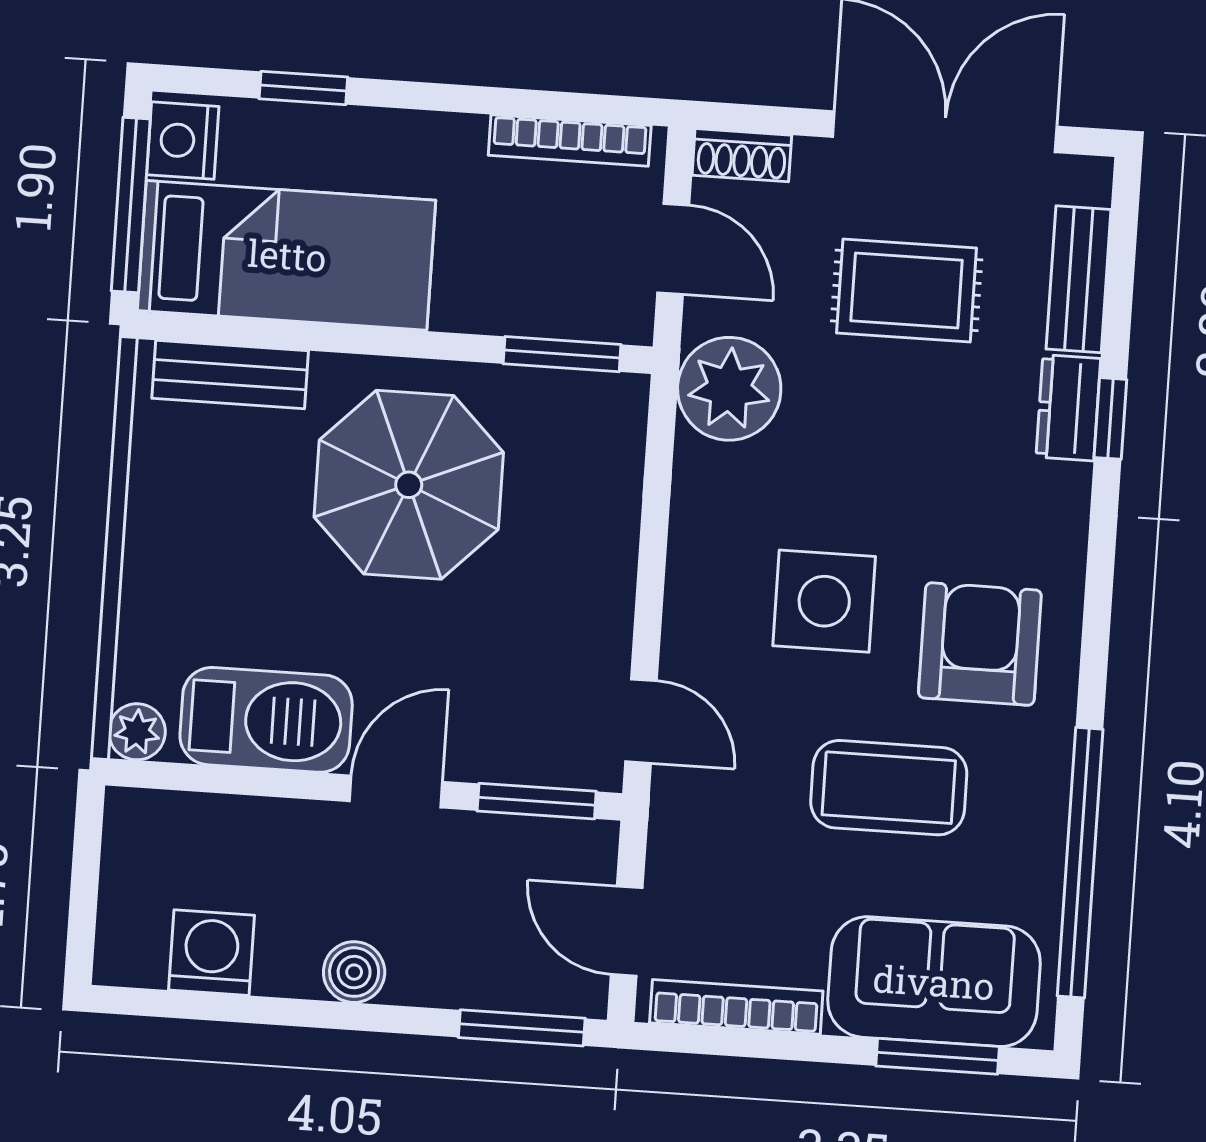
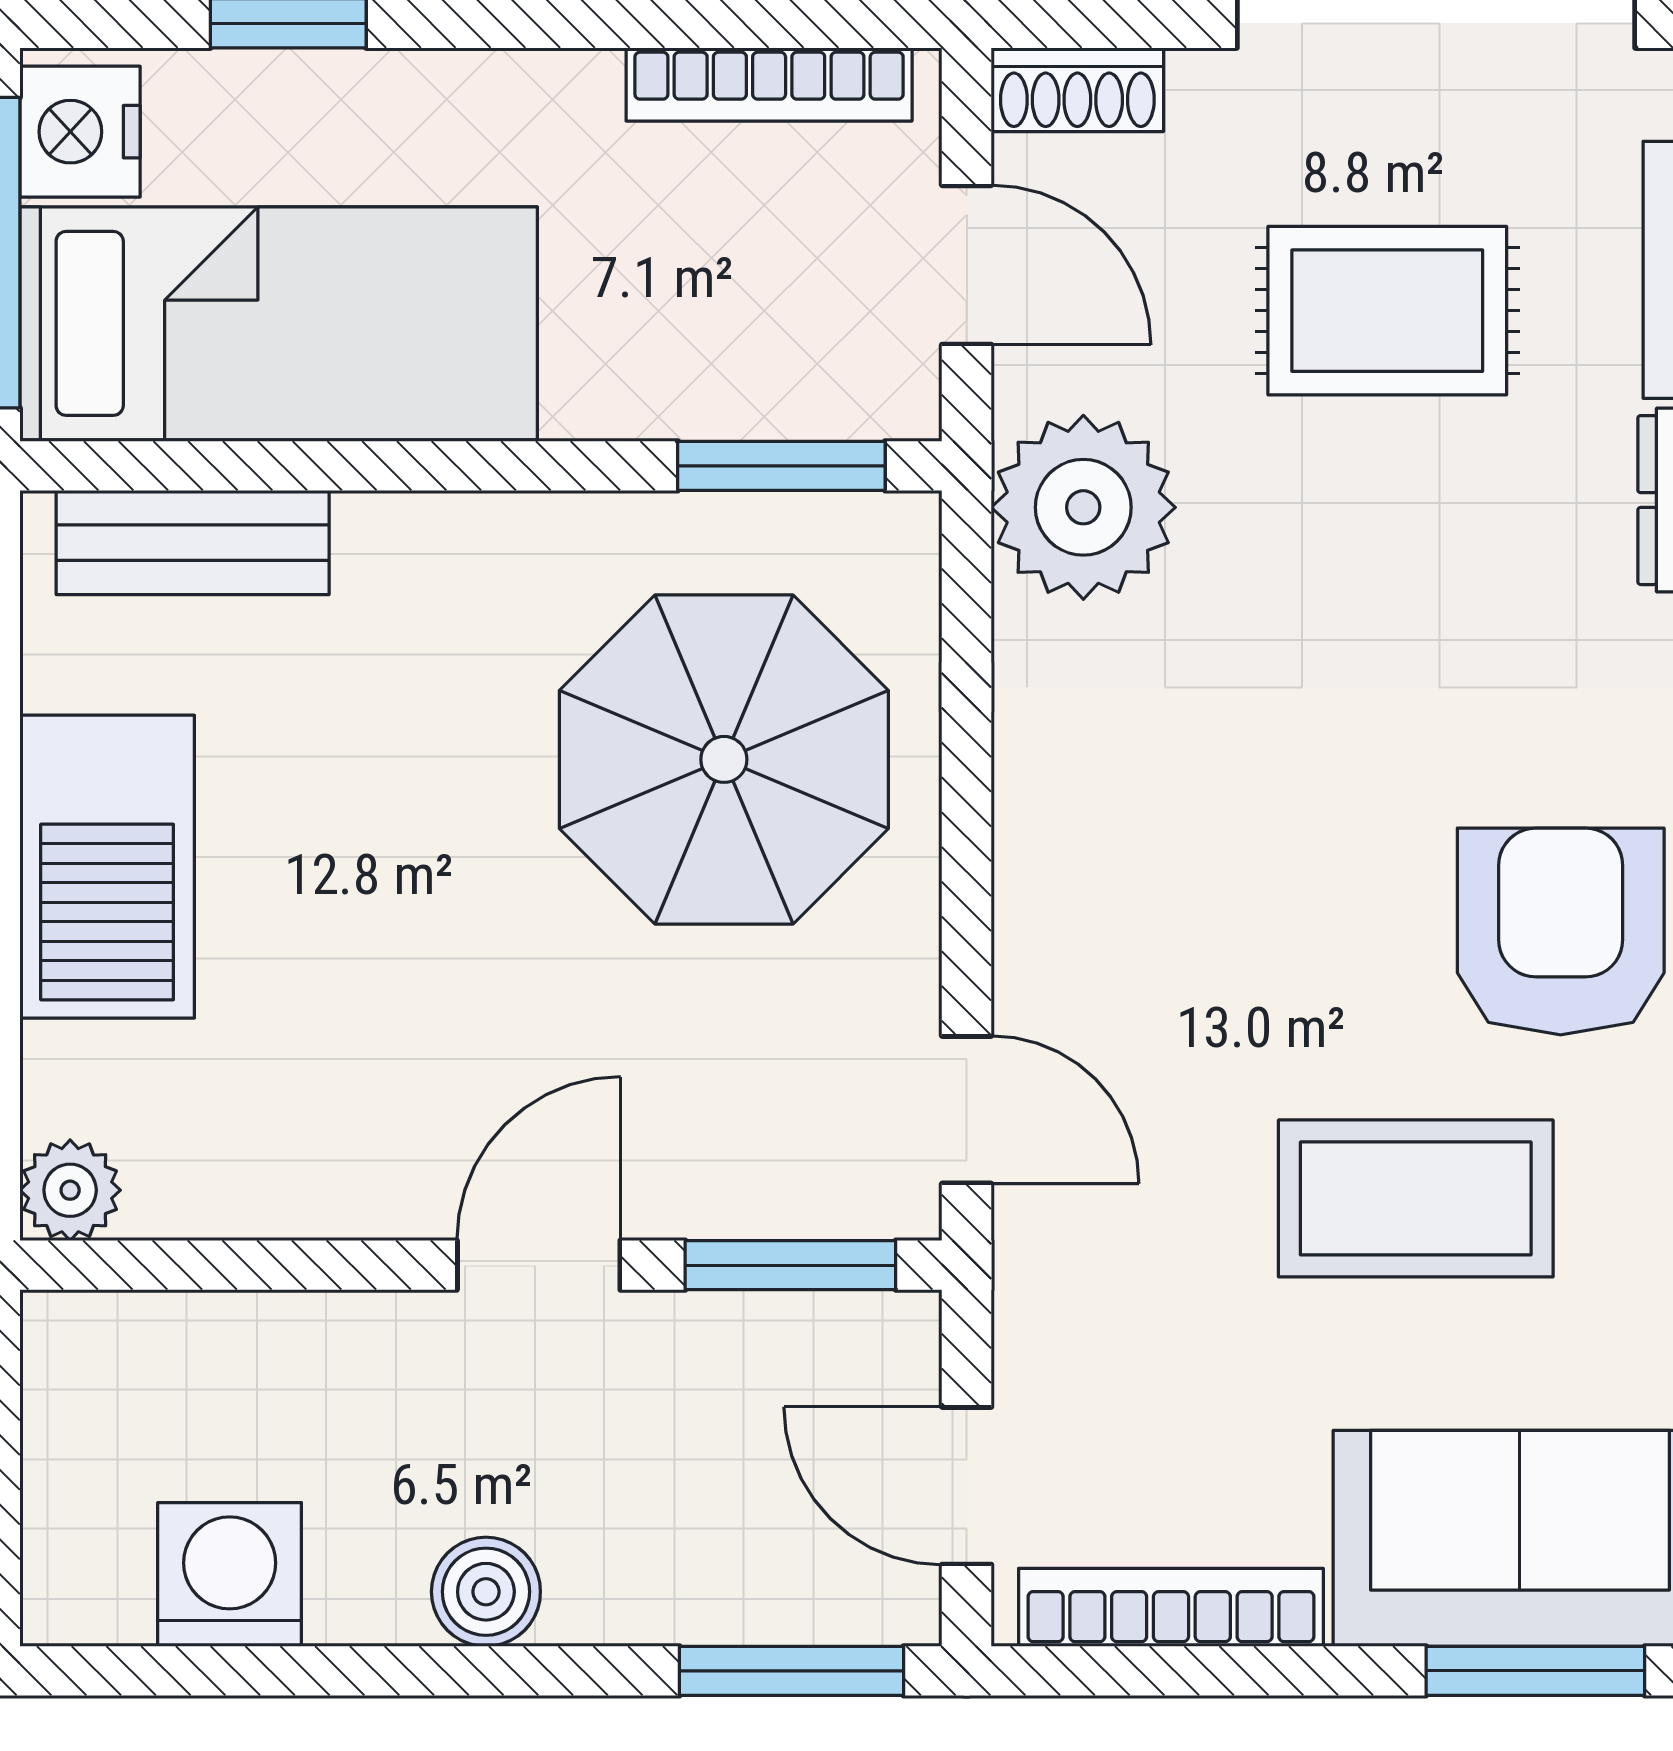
parasol: (409, 485) -> (724, 759), moved
side table: (824, 601) -> (1278, 874), removed
barbecue: (266, 720) -> (107, 867), moved, turned 90

